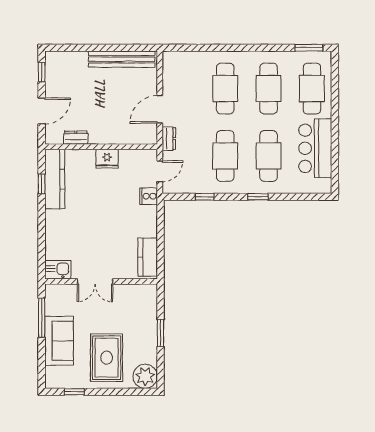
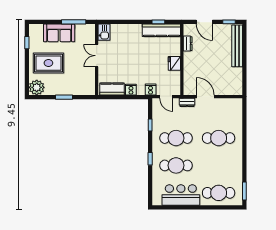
bench: (122, 59) -> (237, 46), moved
cafe table: (269, 89) -> (219, 165), removed
cooker: (149, 227) -> (131, 90), added

